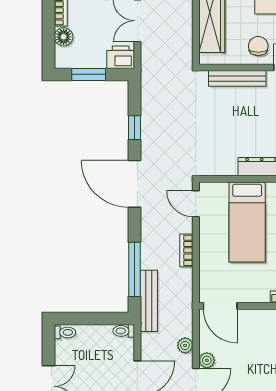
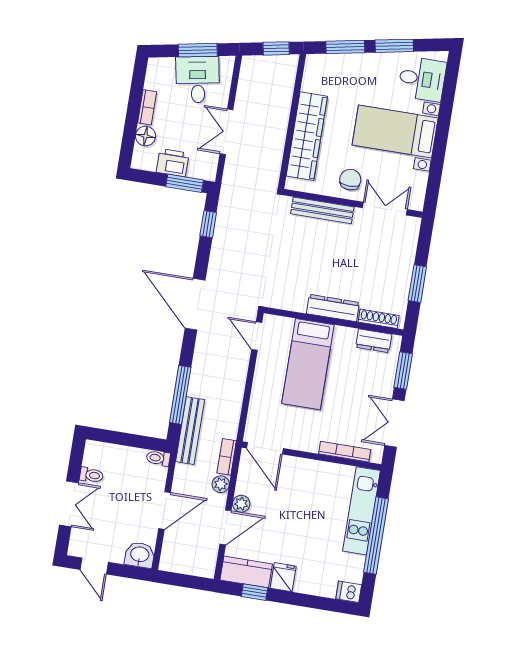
printer: (121, 57) -> (173, 163), moved
window: (89, 74) -> (185, 183), moved
window: (134, 128) -> (208, 224), moved
bookcase: (186, 250) -> (227, 457), moved
toilet: (65, 332) -> (91, 475), moved

